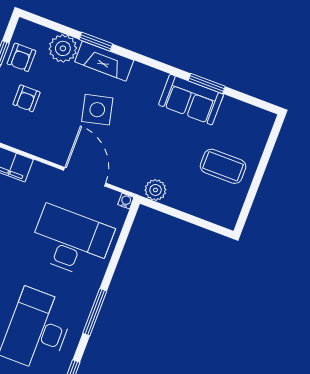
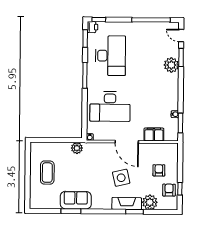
coffee table: (223, 166) -> (47, 173), turned 90
door: (85, 177) -> (127, 142), moved

